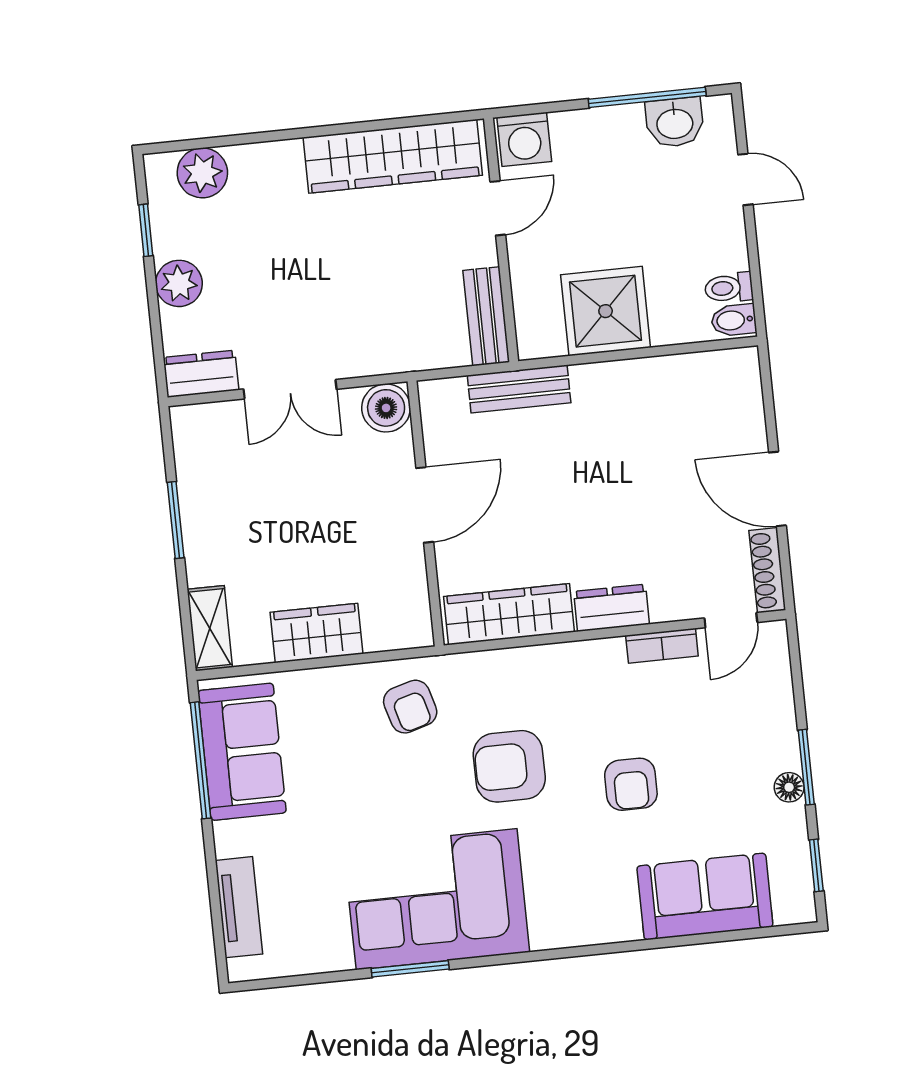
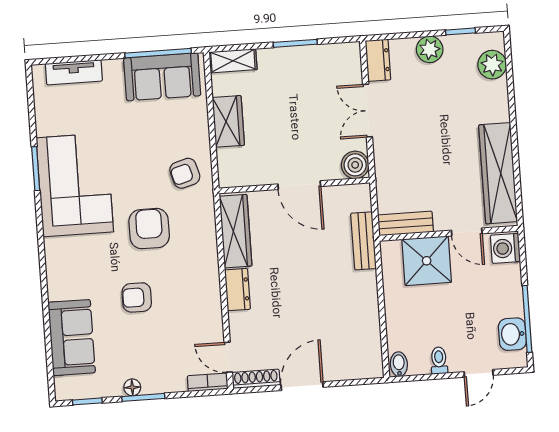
toilet: (729, 288) -> (439, 360), moved
shower: (606, 311) -> (427, 261), moved
bookcase: (662, 646) -> (208, 382), moved, turned 90

